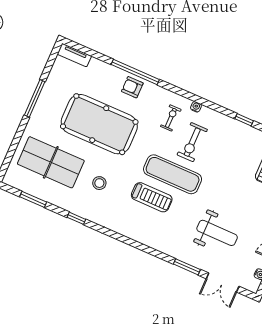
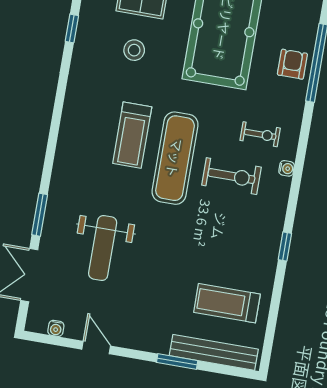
exercise bike: (192, 142) -> (231, 176), turned 180

